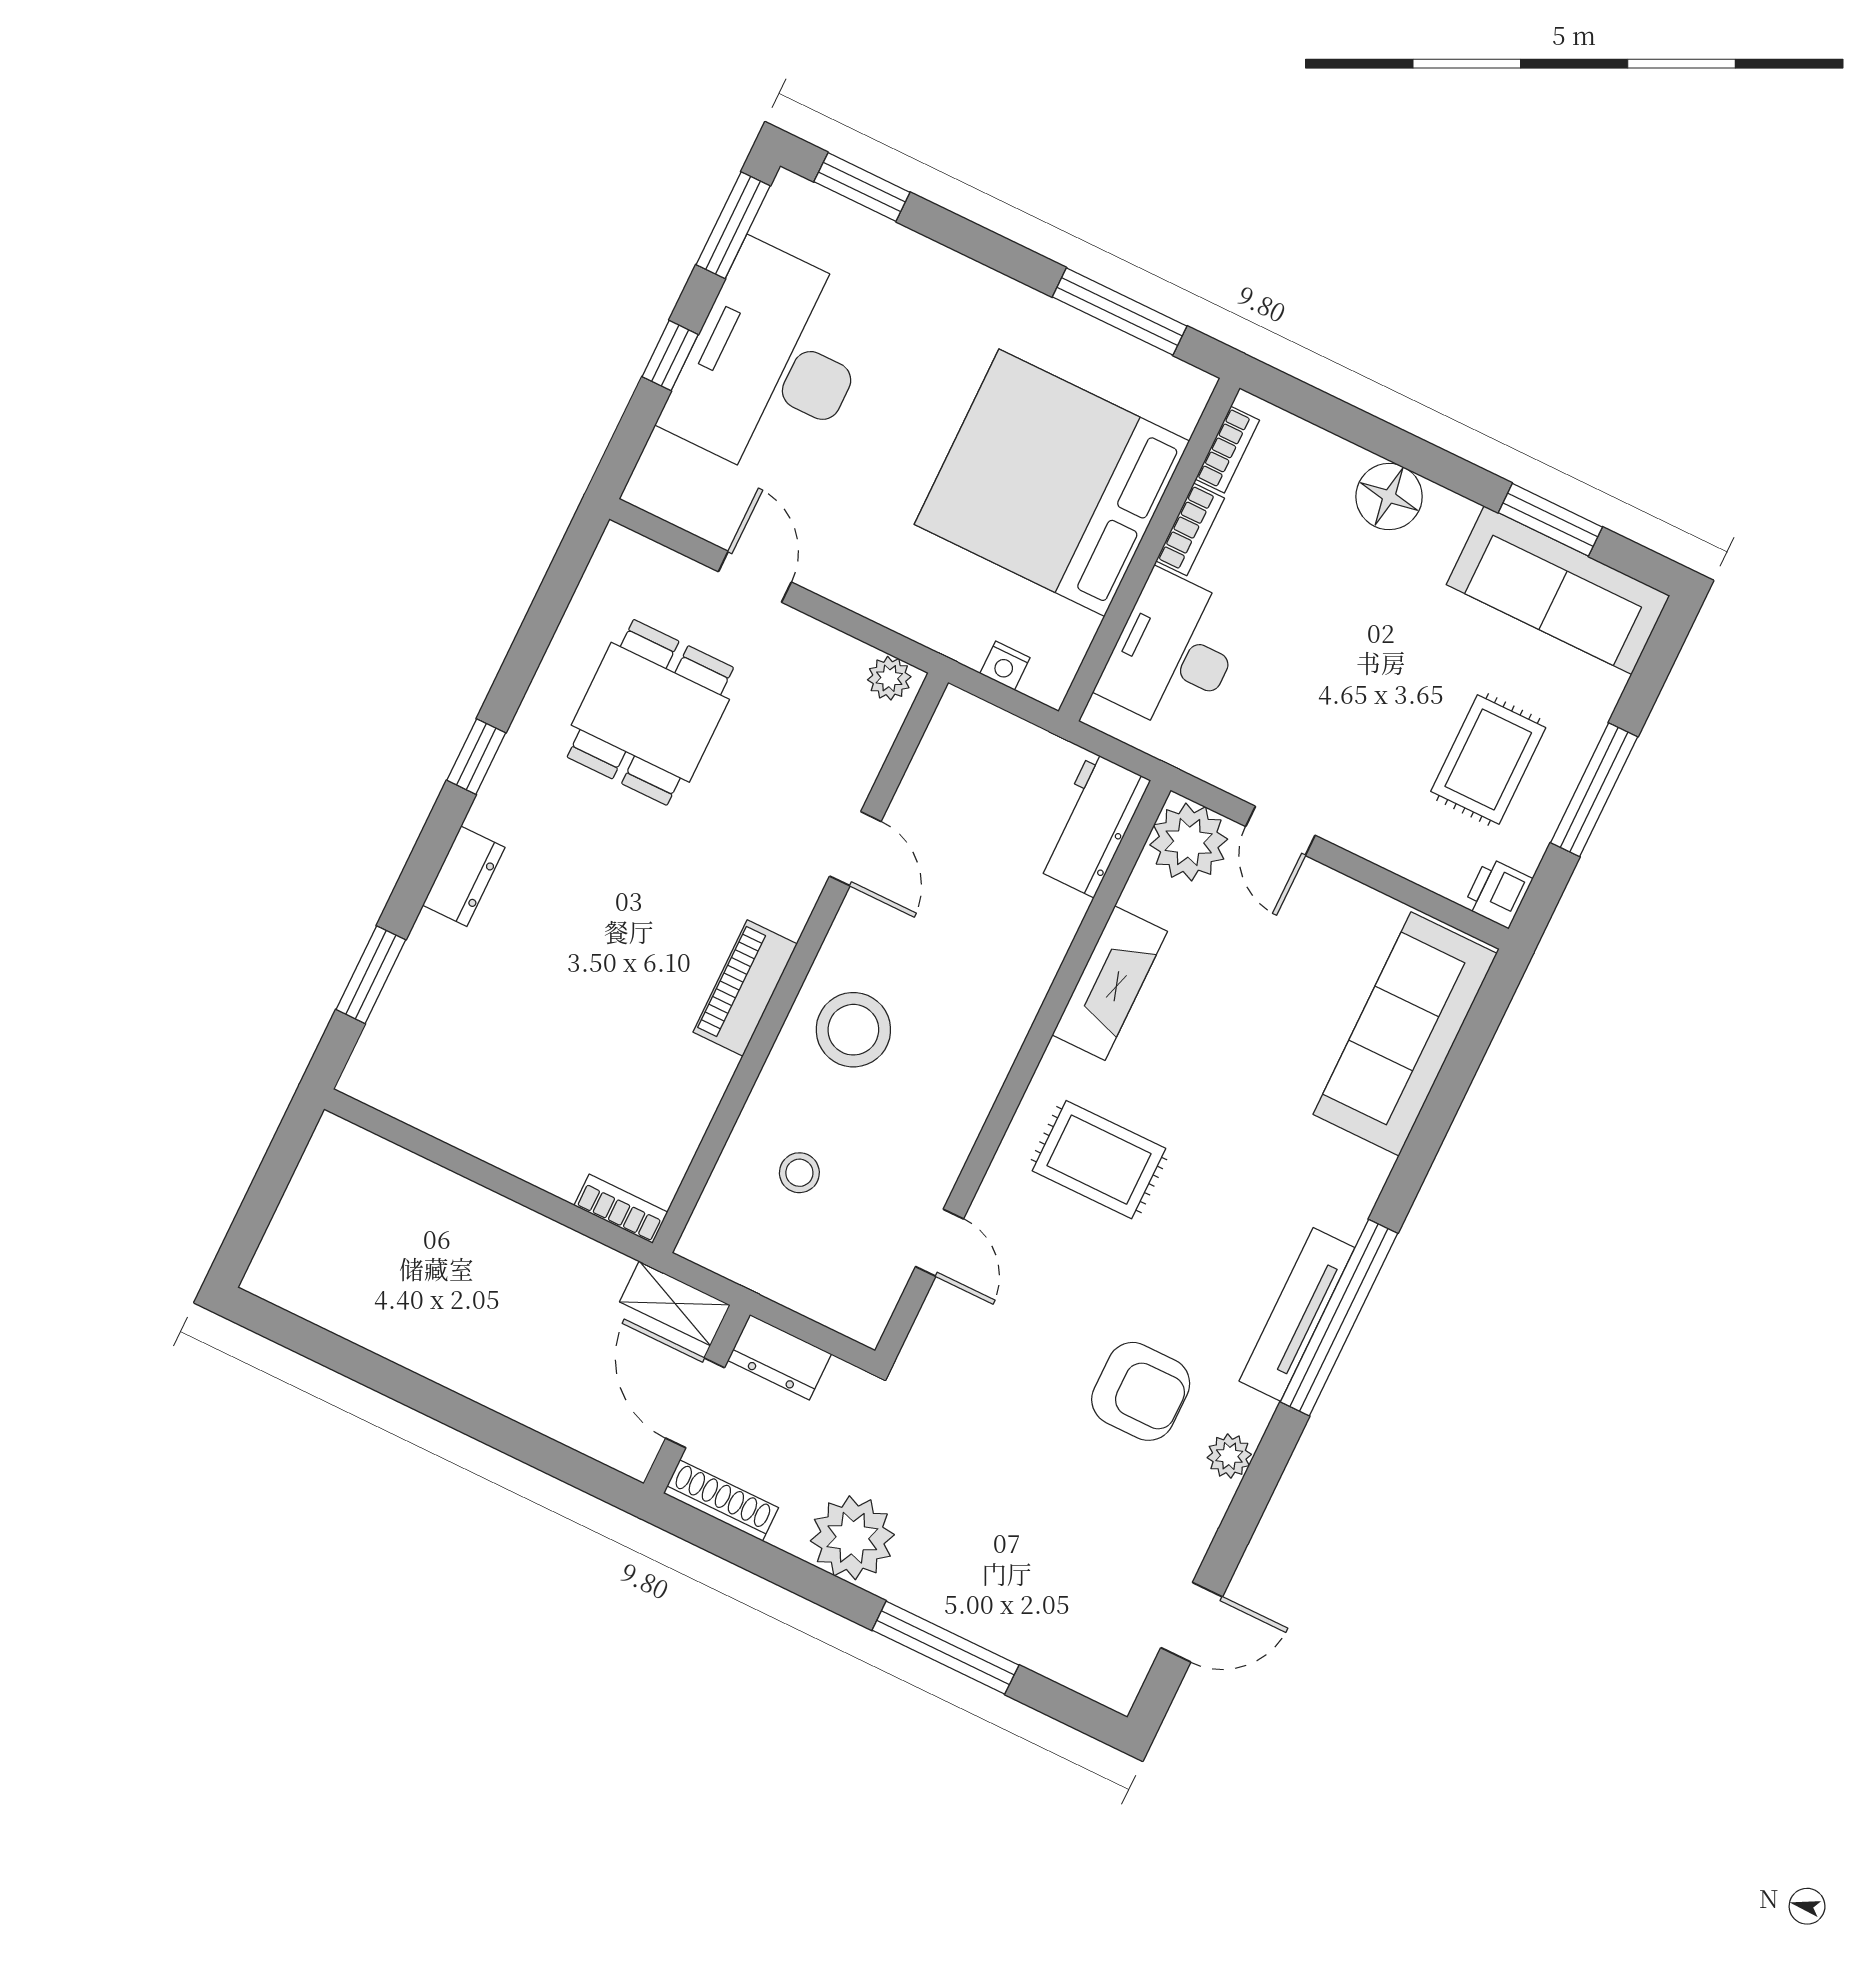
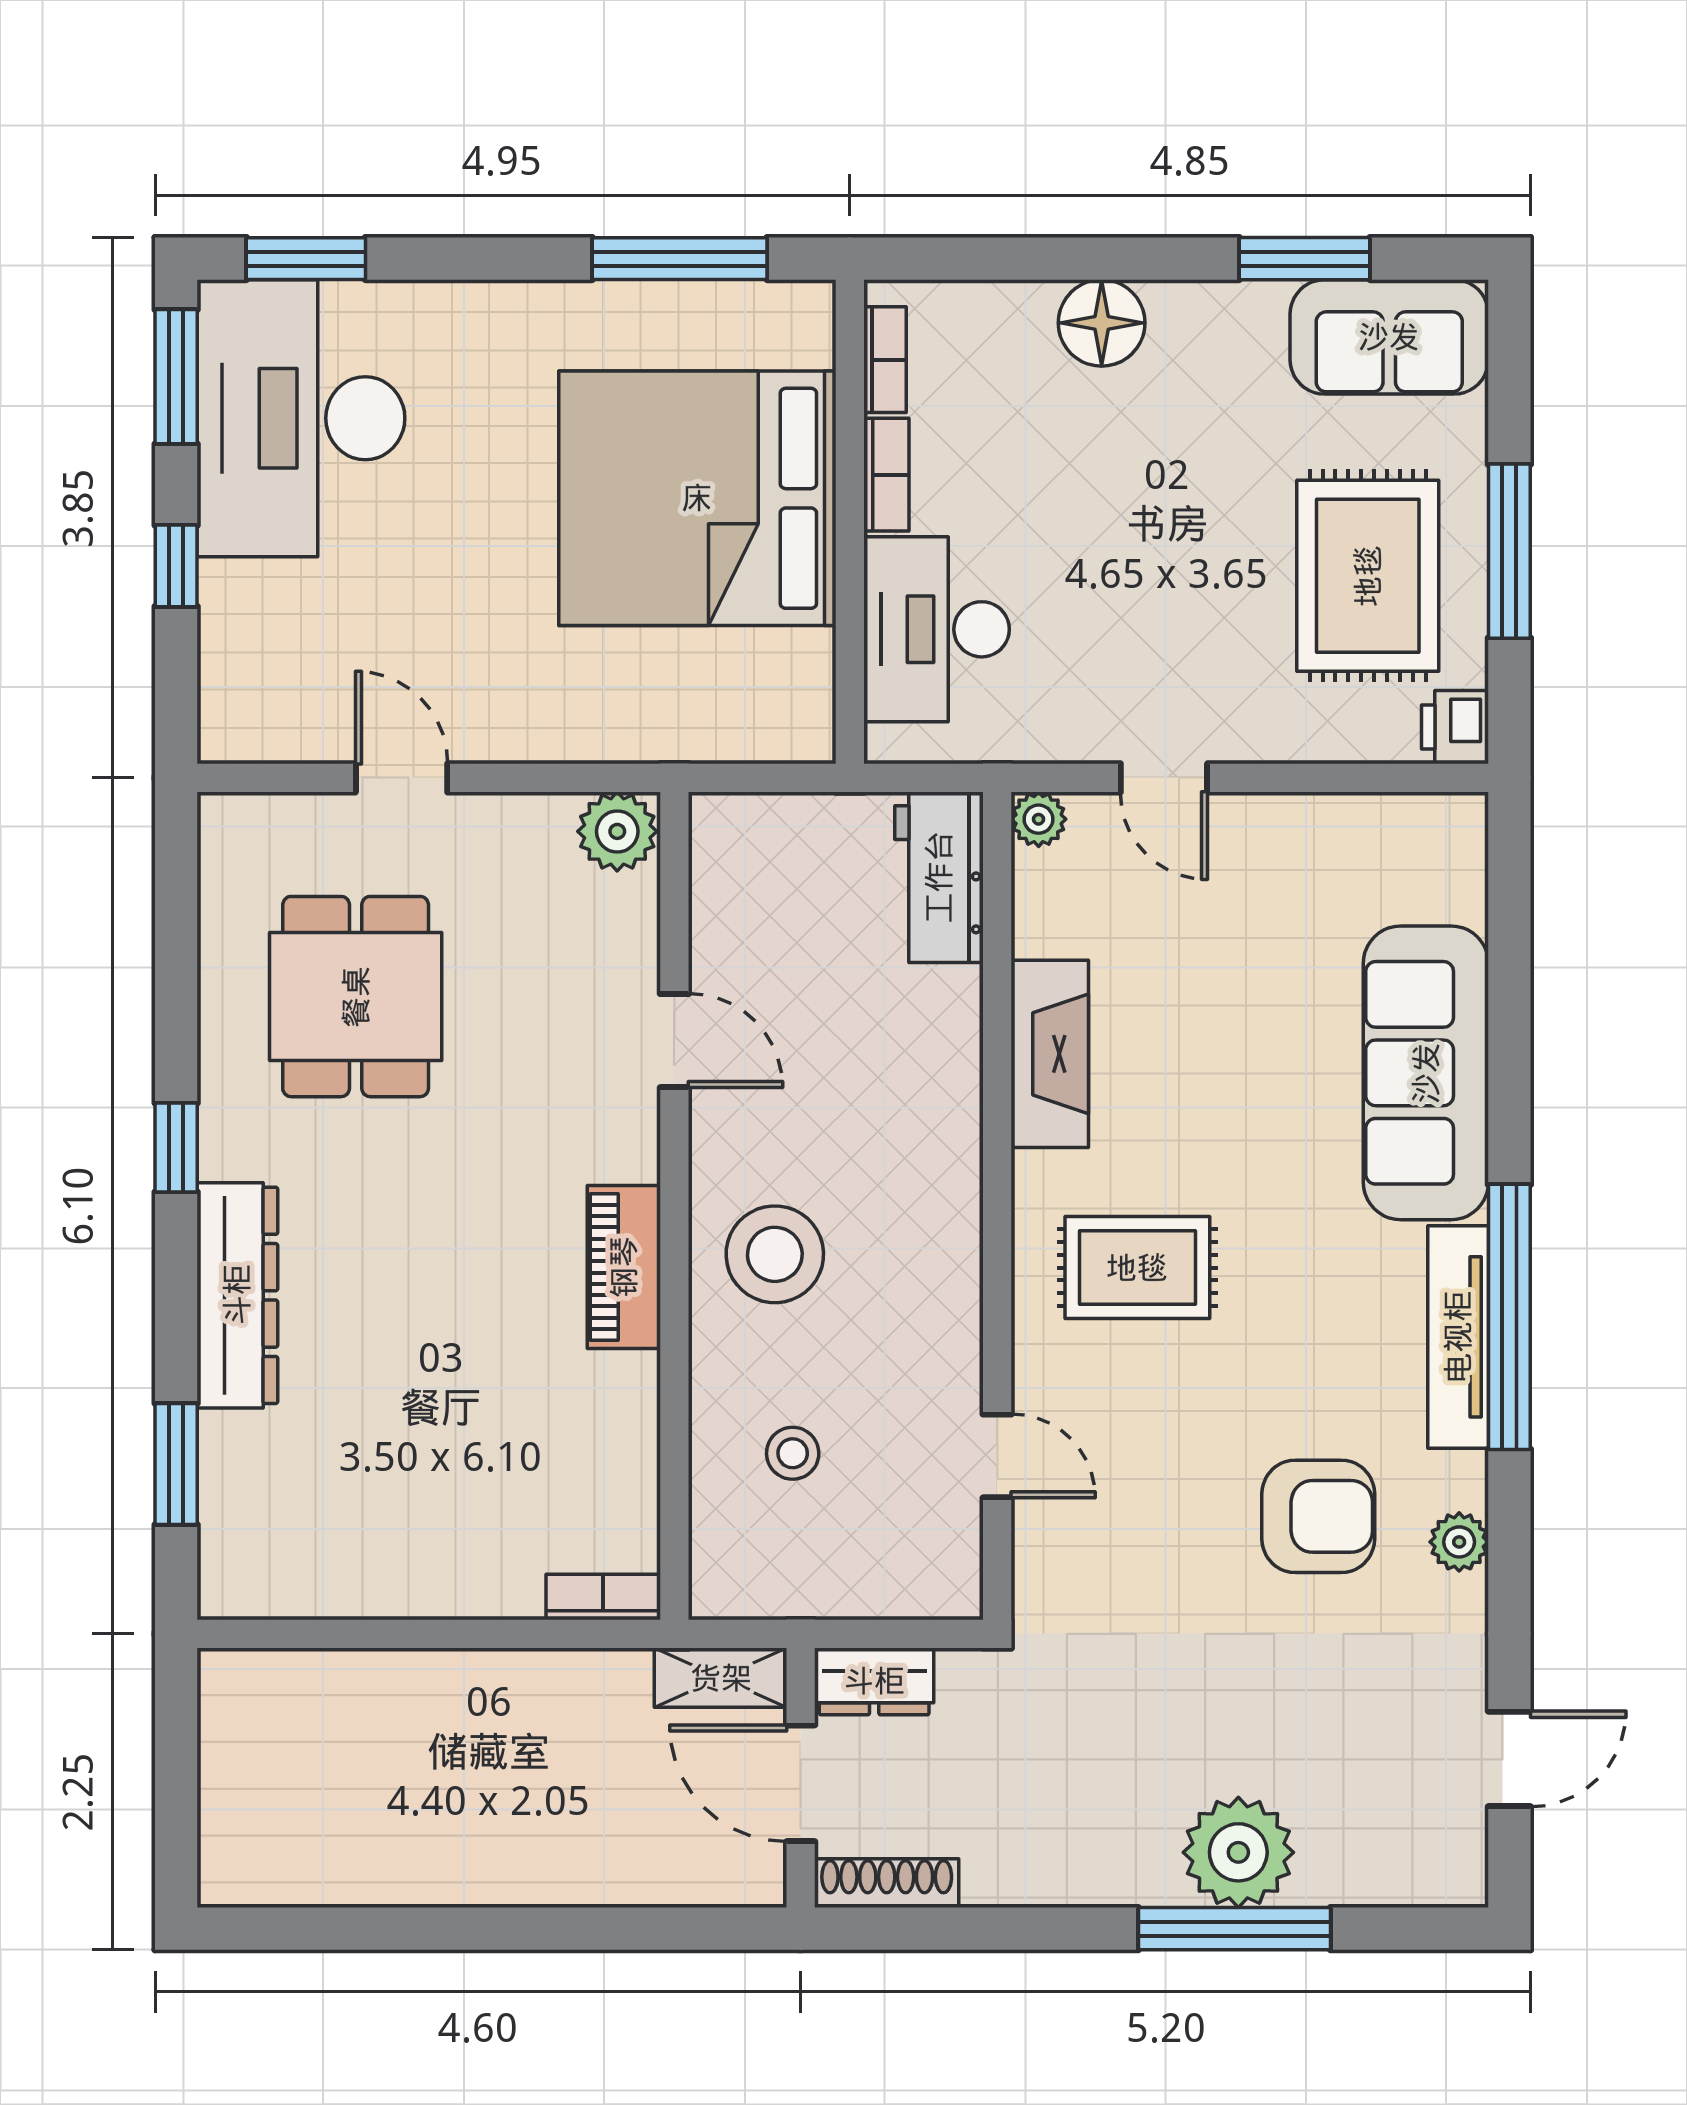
desk: (772, 364) -> (301, 418), moved
sofa: (1558, 590) -> (1389, 337), width x0.73
nightstand: (1005, 666) -> (746, 740), removed
plant: (889, 678) -> (617, 831), width x1.38, depth x1.38
rug: (1488, 759) -> (1368, 576), width x1.36, depth x1.43
plant: (1189, 842) -> (1039, 819), width x0.53, depth x0.53
dresser: (464, 876) -> (237, 1295), width x1.96, depth x1.24
sofa: (1405, 1034) -> (1426, 1073), moved
plant: (852, 1538) -> (1238, 1852), moved

